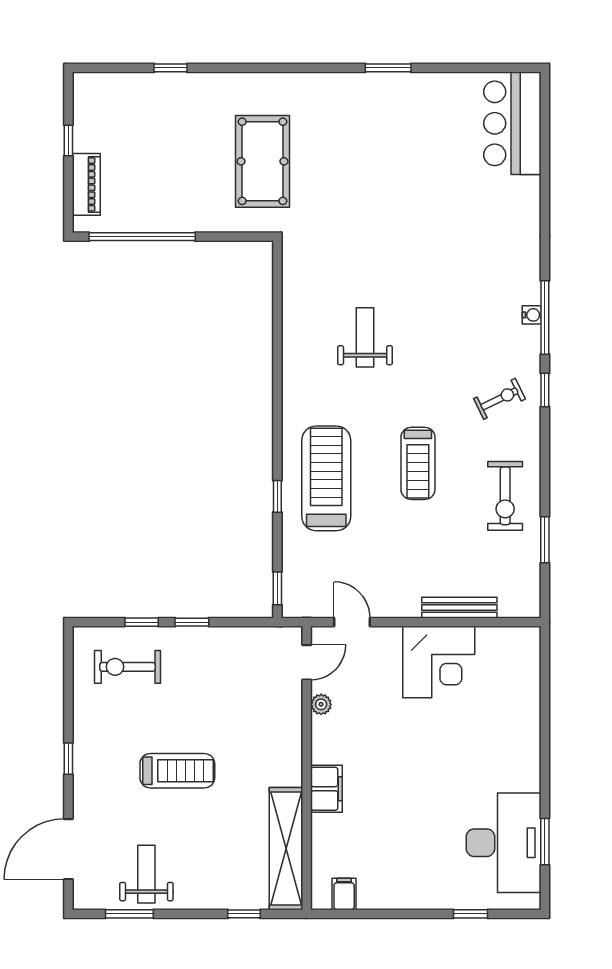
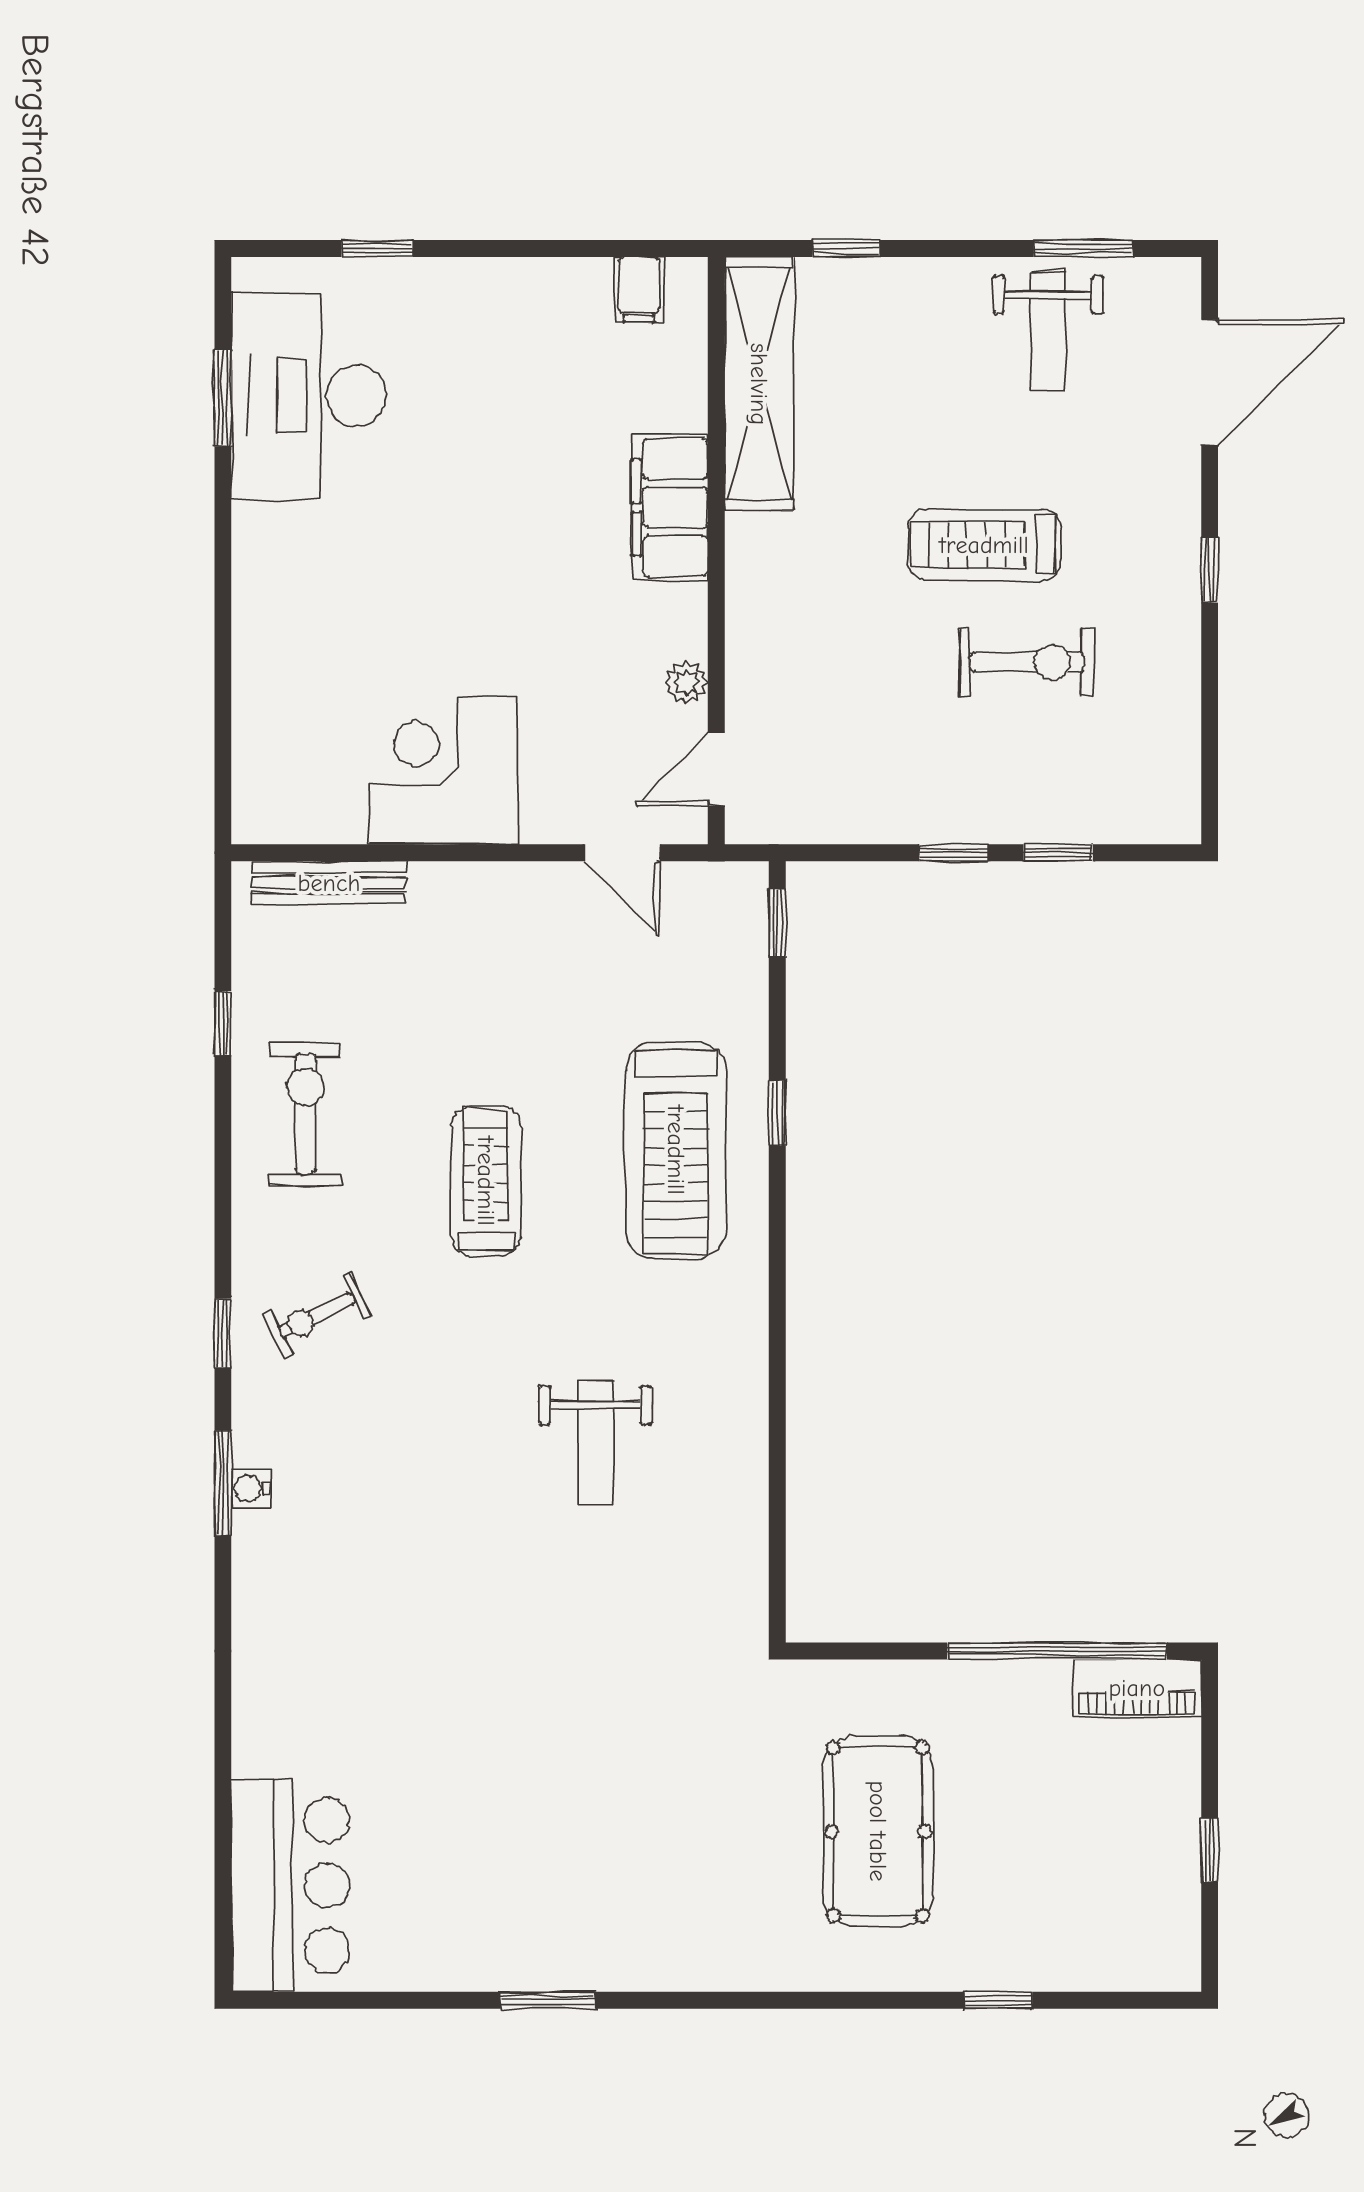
pool table: (262, 161) -> (878, 1831), moved
piano: (86, 184) -> (1137, 1688), moved, turned -90
window: (545, 317) -> (223, 1483), width x0.69
window: (545, 540) -> (223, 1023), width x0.67
bench: (459, 608) -> (329, 883), moved
exercise bike: (127, 667) -> (1027, 662), moved
filing cabinet: (326, 789) -> (670, 508), width x1.50, depth x1.17

